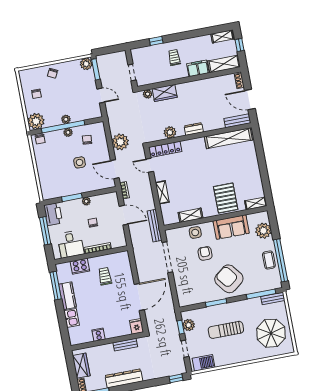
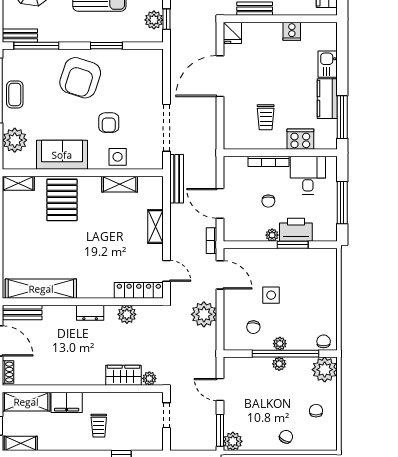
printer: (53, 214) -> (296, 230), moved, turned 90
armchair: (229, 279) -> (80, 78), turned 56

